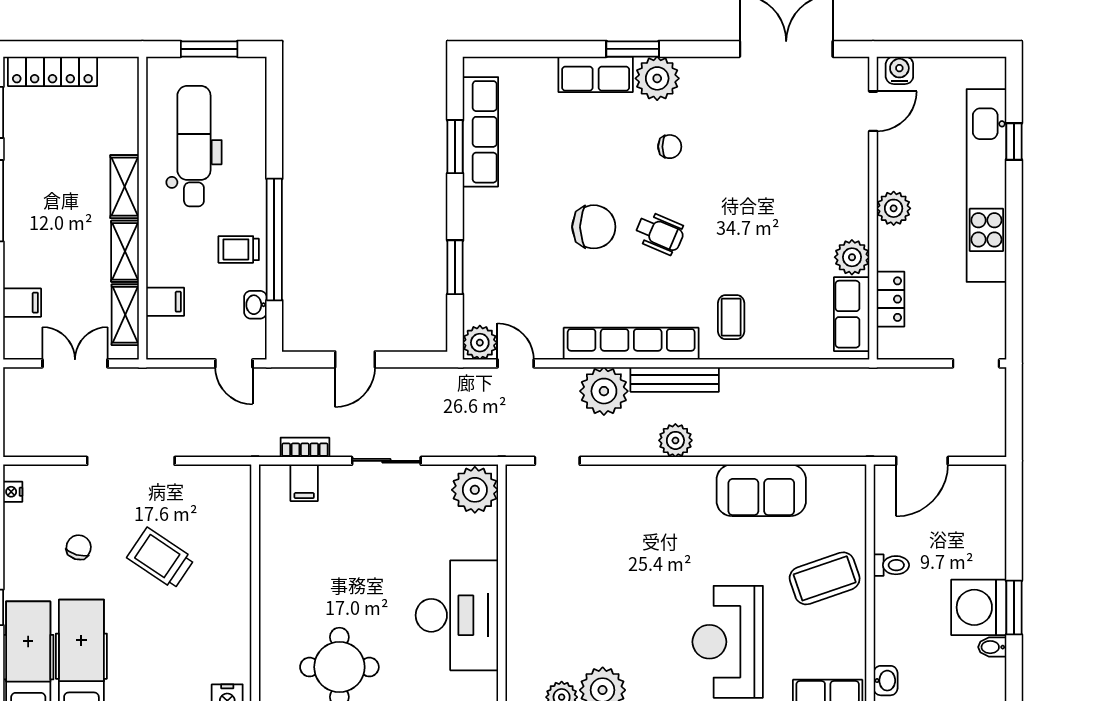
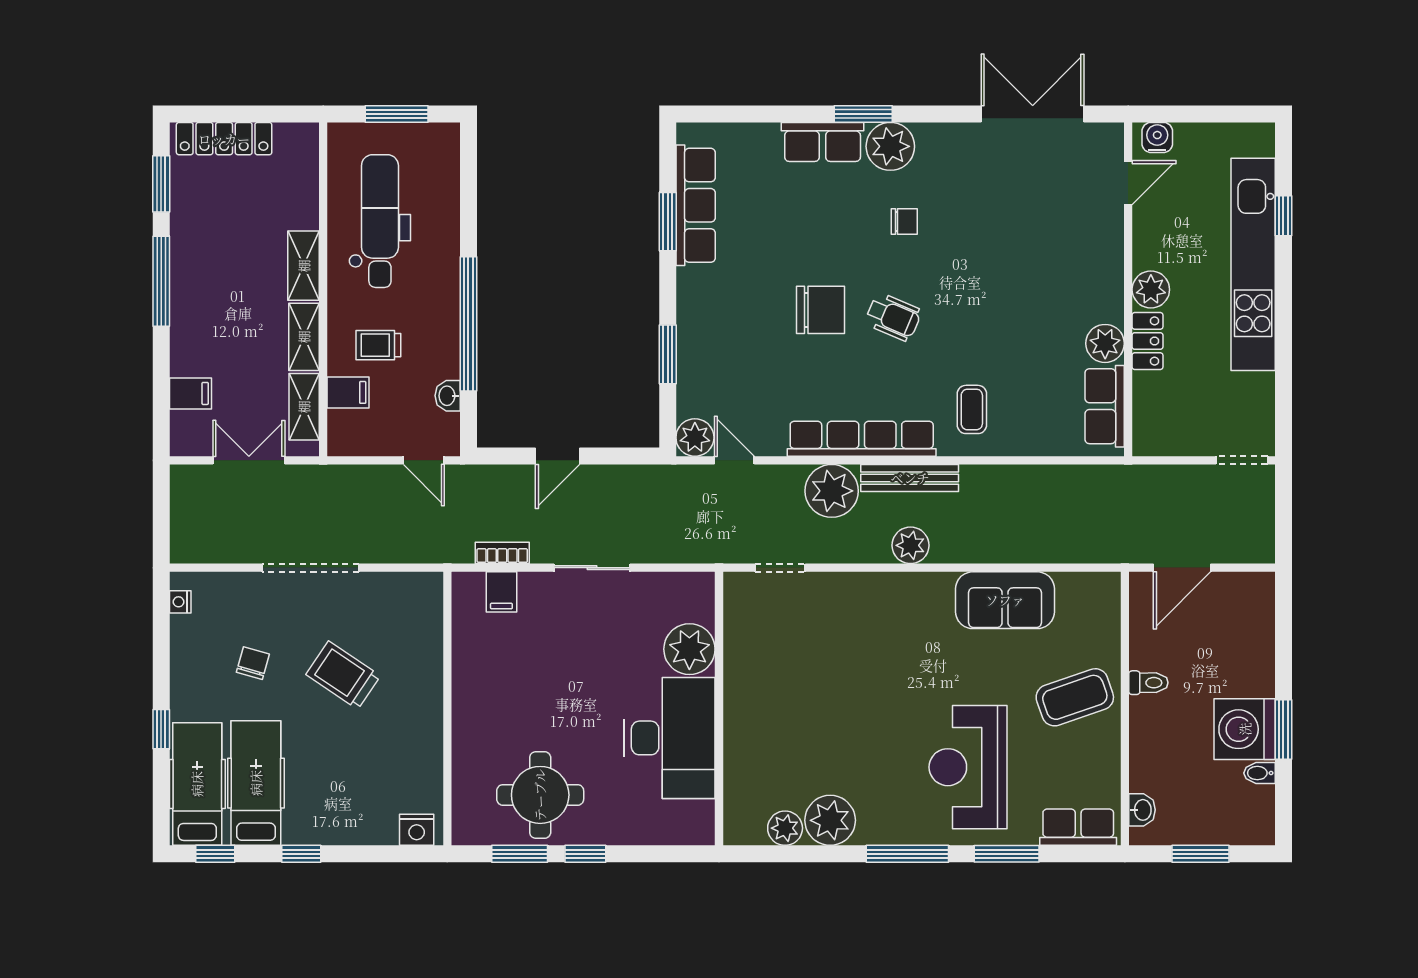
trolley: (239, 249) -> (378, 345), moved
locker: (891, 299) -> (1147, 341), moved
plant: (475, 490) -> (689, 649), moved

